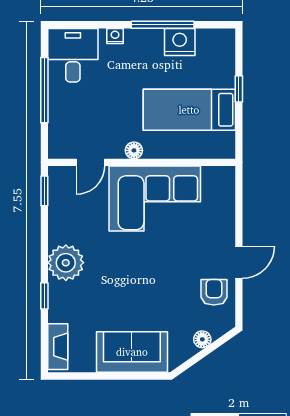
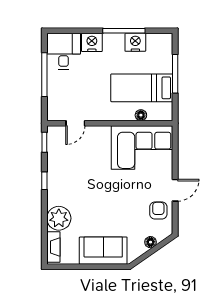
nightstand: (115, 36) -> (92, 42), width x1.89, depth x1.79
window: (239, 89) -> (175, 74), width x2.17
floor lamp: (134, 150) -> (141, 115), moved
corner sofa: (155, 199) -> (142, 147), moved
plant: (66, 263) -> (59, 218), moved
window: (44, 296) -> (44, 181), moved

